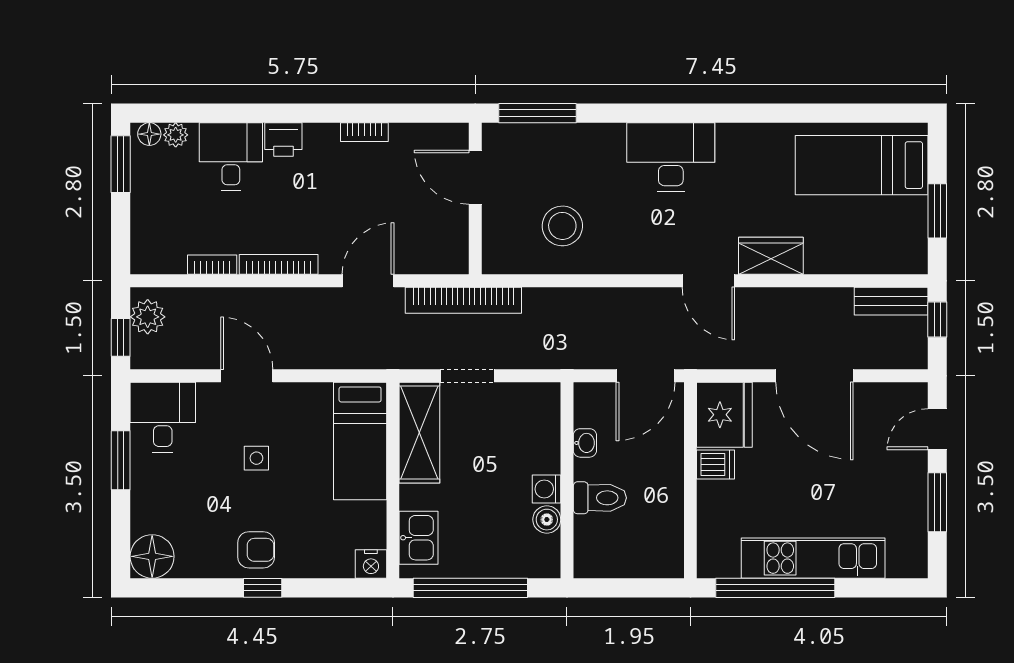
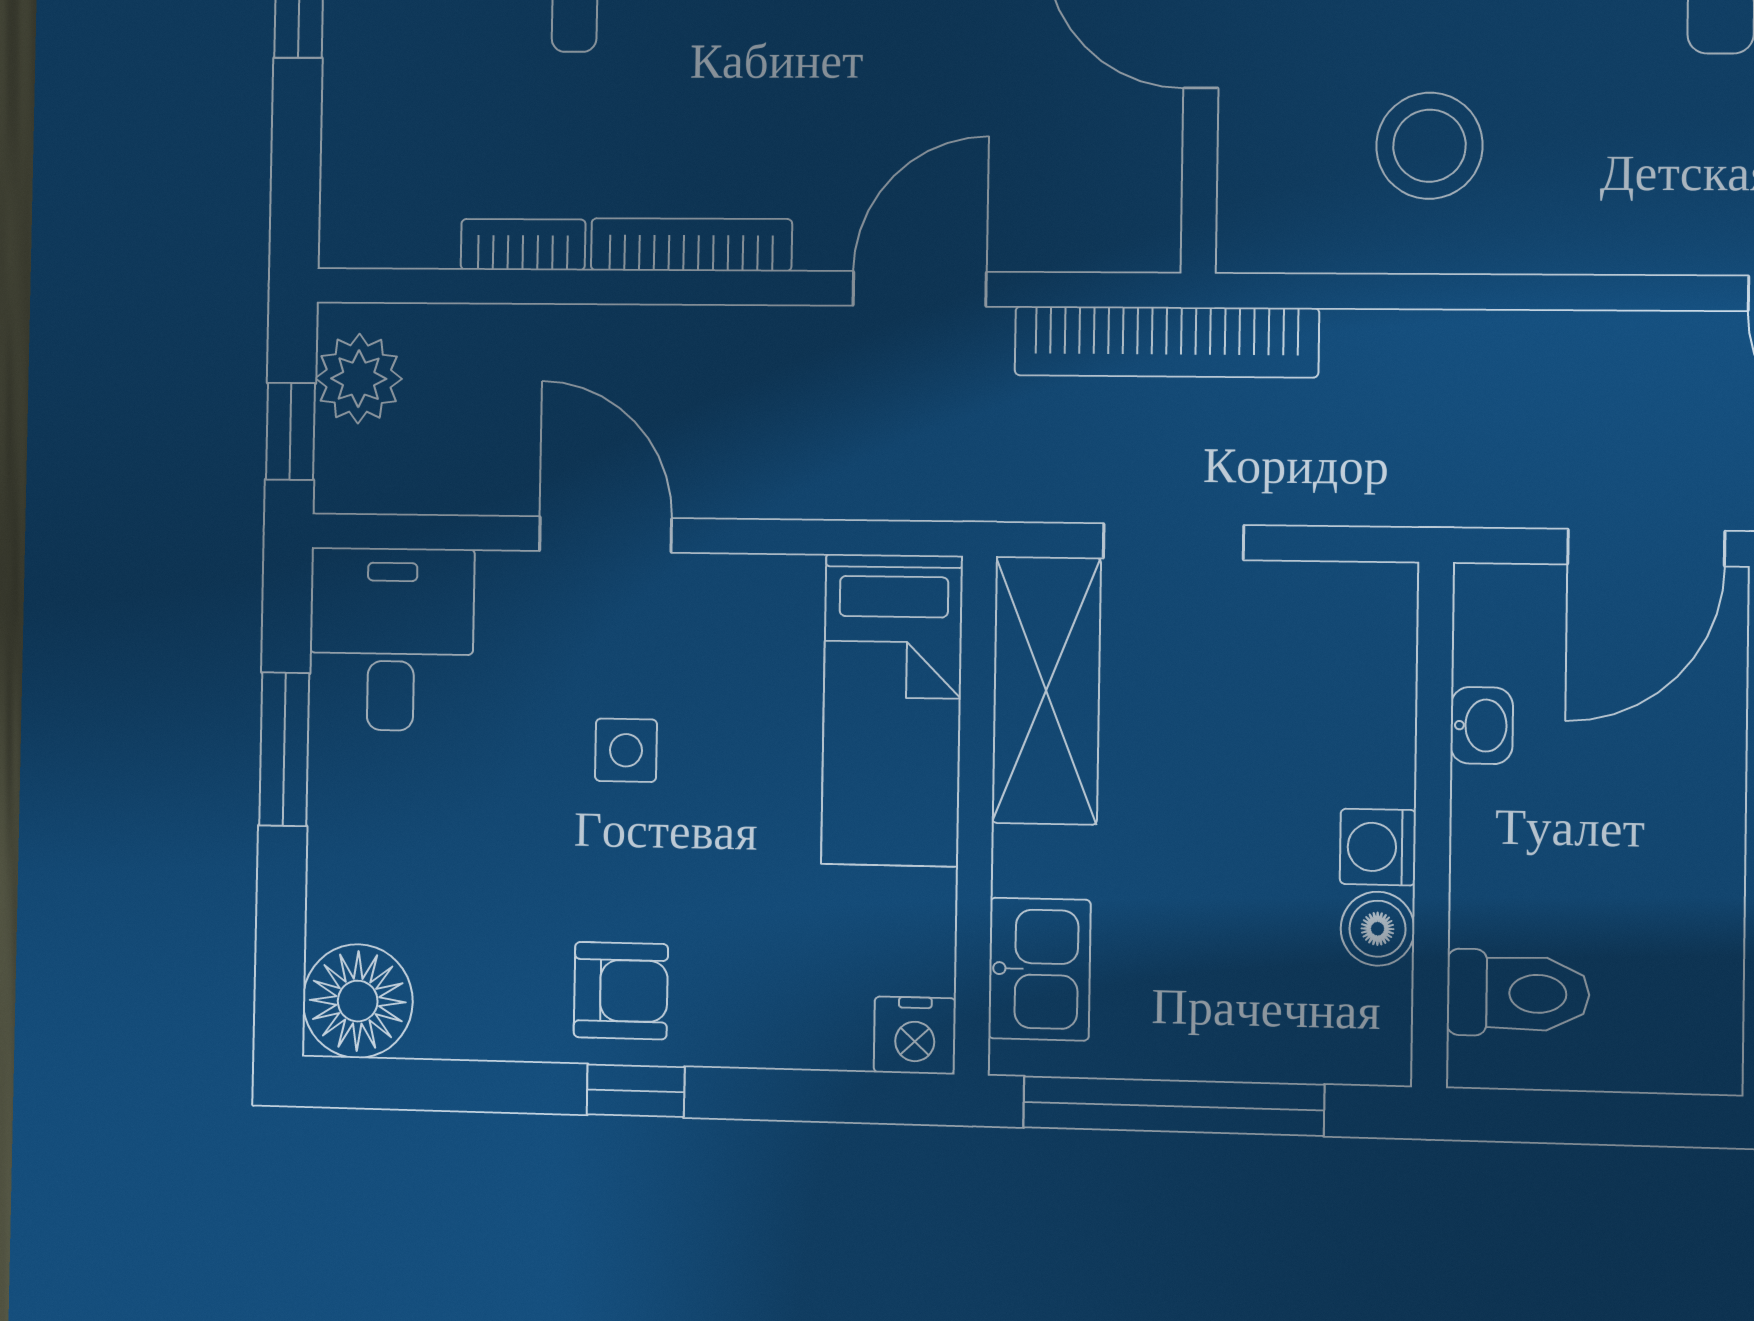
toilet: (600, 498) -> (1518, 993), moved

